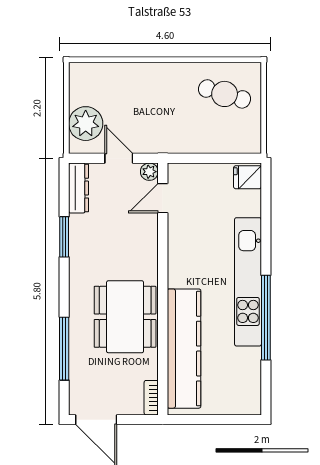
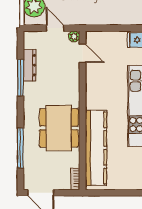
dresser: (79, 188) -> (30, 65), moved
door: (163, 198) -> (83, 53), swing flipped
window: (64, 237) -> (20, 78), width x1.44

